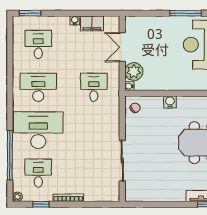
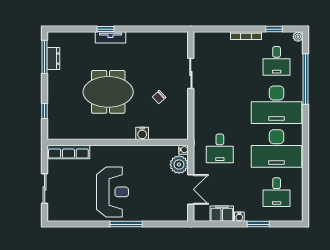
window: (30, 13) -> (258, 224), moved
desk: (38, 87) -> (277, 148), width x1.36, depth x1.30
chair: (135, 108) -> (159, 97), moved
sliding door: (122, 161) -> (191, 73), width x0.73

